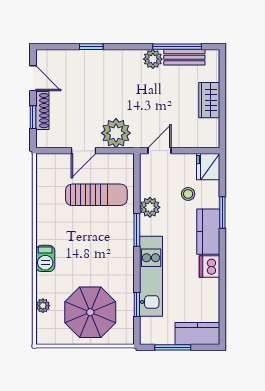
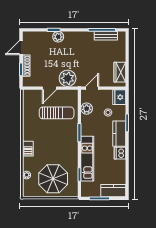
plant: (153, 59) -> (58, 37), moved
door: (33, 78) -> (21, 48), swing flipped
wardrobe: (209, 100) -> (120, 72), moved
plant: (150, 207) -> (87, 109), moved

